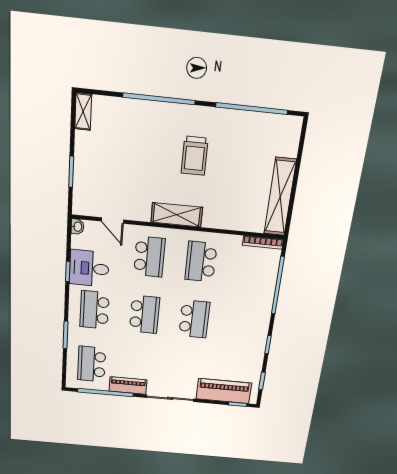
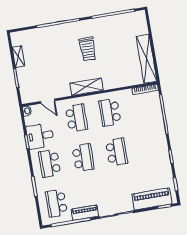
shelving: (83, 112) -> (18, 57), moved

